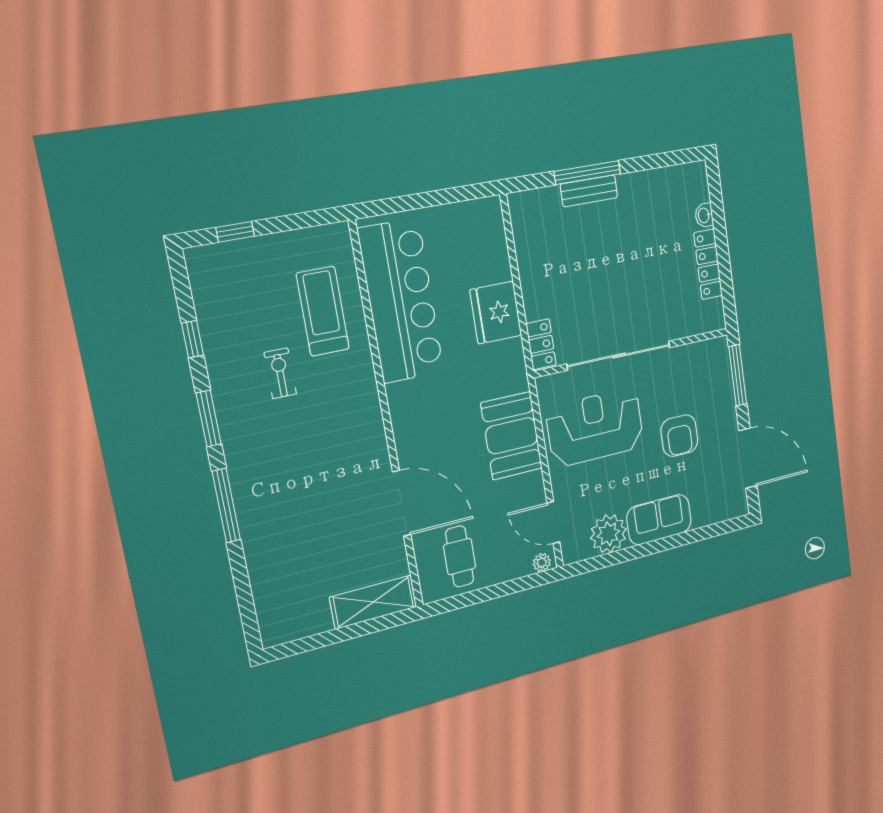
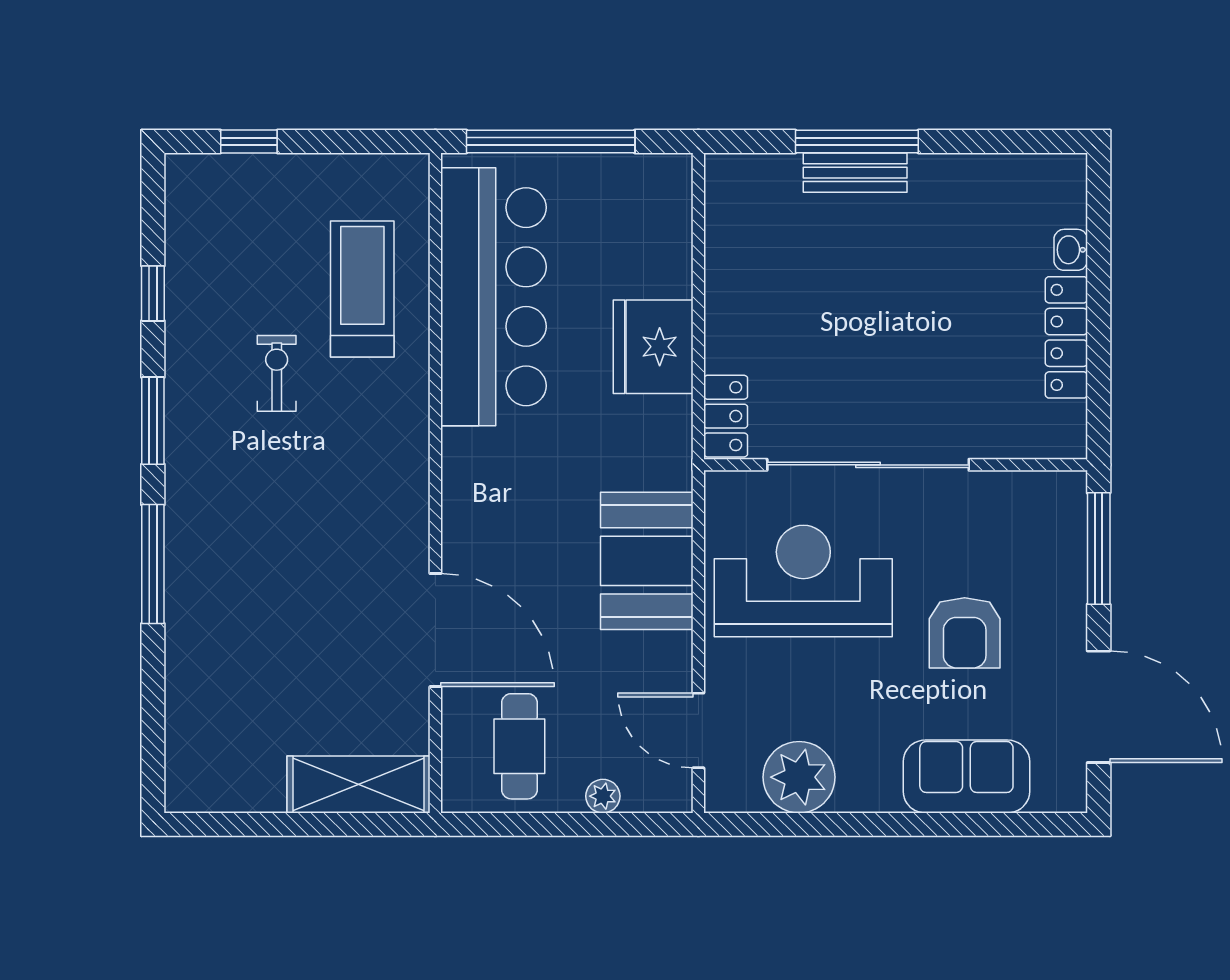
window: (418, 201) -> (551, 142), added
sofa: (659, 520) -> (966, 776), moved
plant: (542, 563) -> (603, 796), moved

